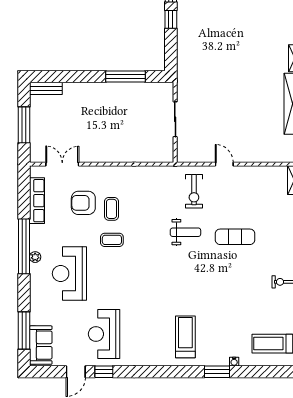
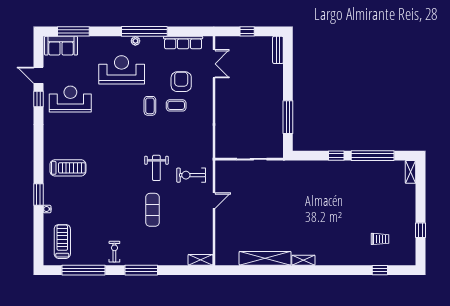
window: (24, 125) -> (247, 31), width x0.46

